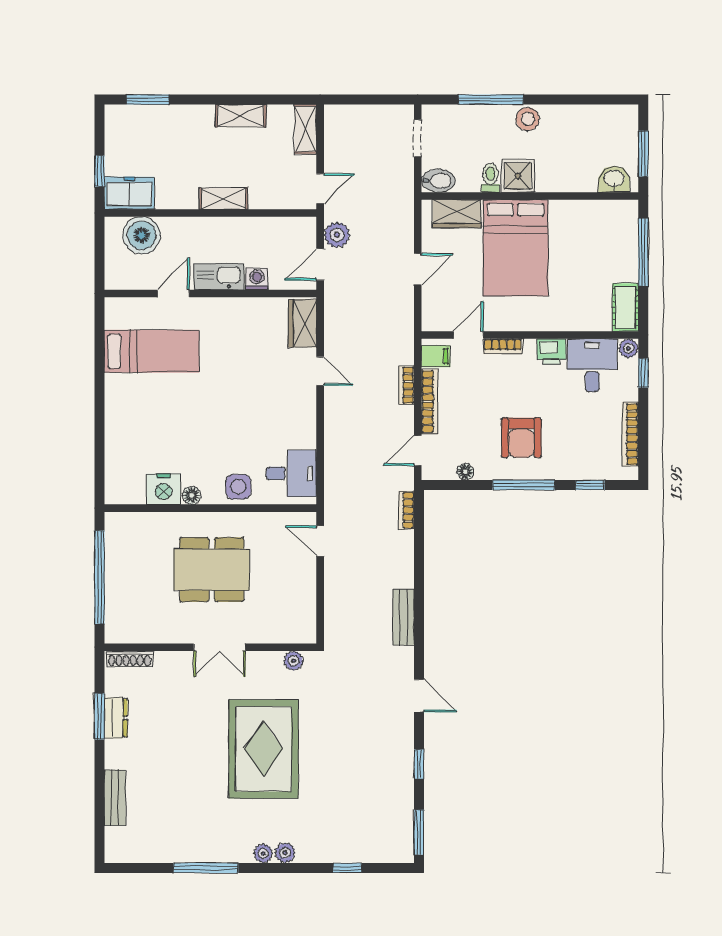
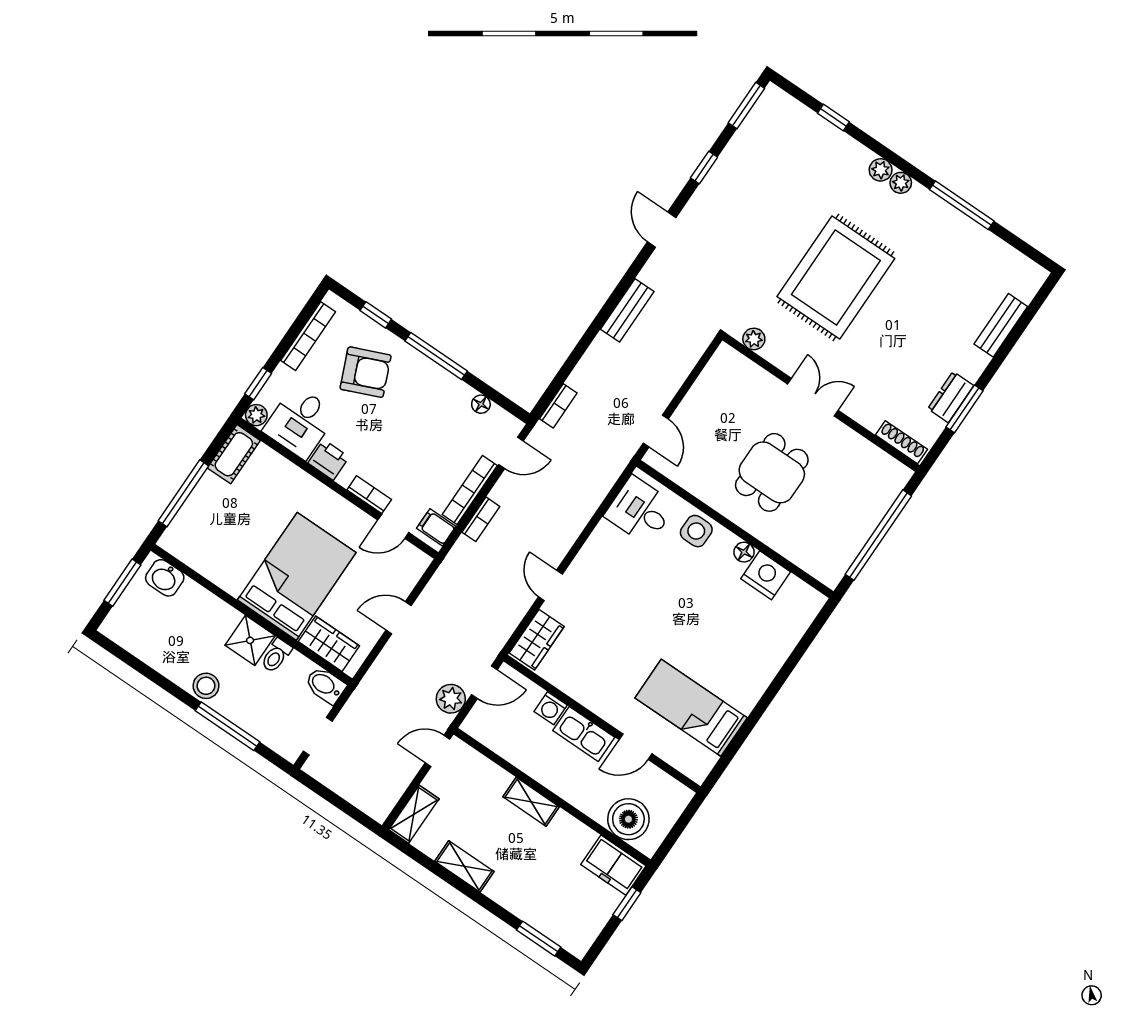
armchair: (521, 438) -> (366, 372), moved, turned 67
dining table: (212, 570) -> (772, 472), width x0.73

